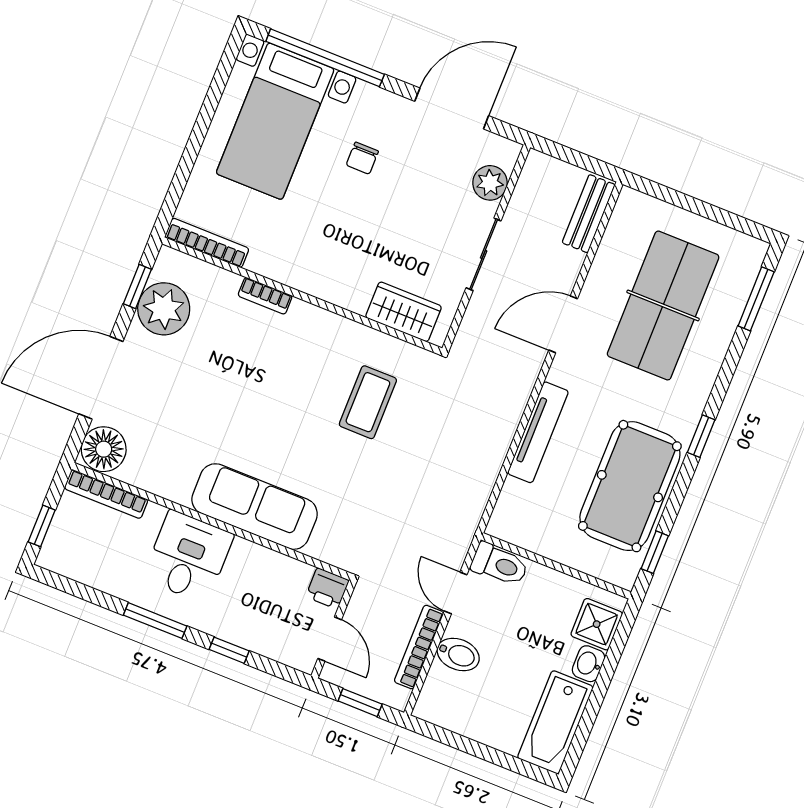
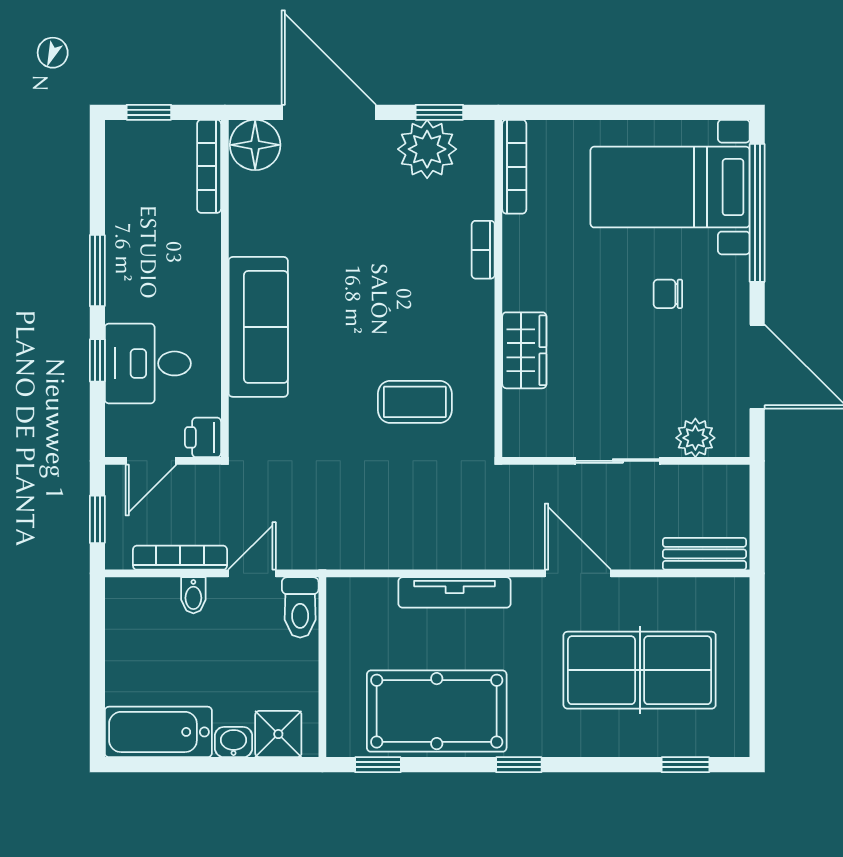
window: (756, 299) -> (685, 765), width x0.67
wardrobe: (404, 312) -> (524, 350), moved
desk: (188, 557) -> (148, 363), moved, turned 180
bidet: (458, 654) -> (193, 595), width x0.72, depth x0.74

